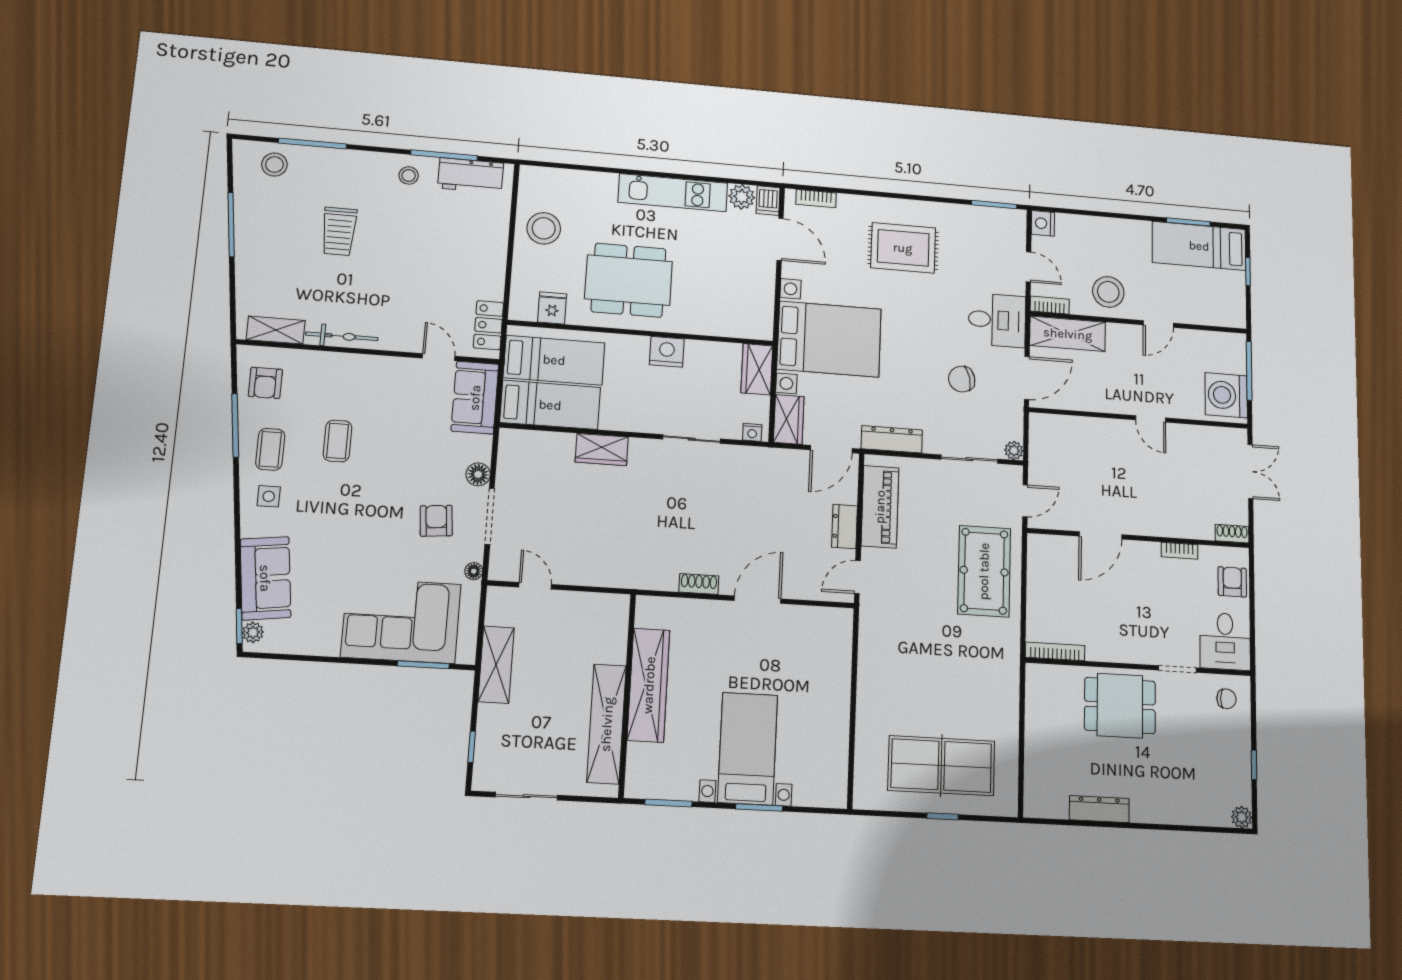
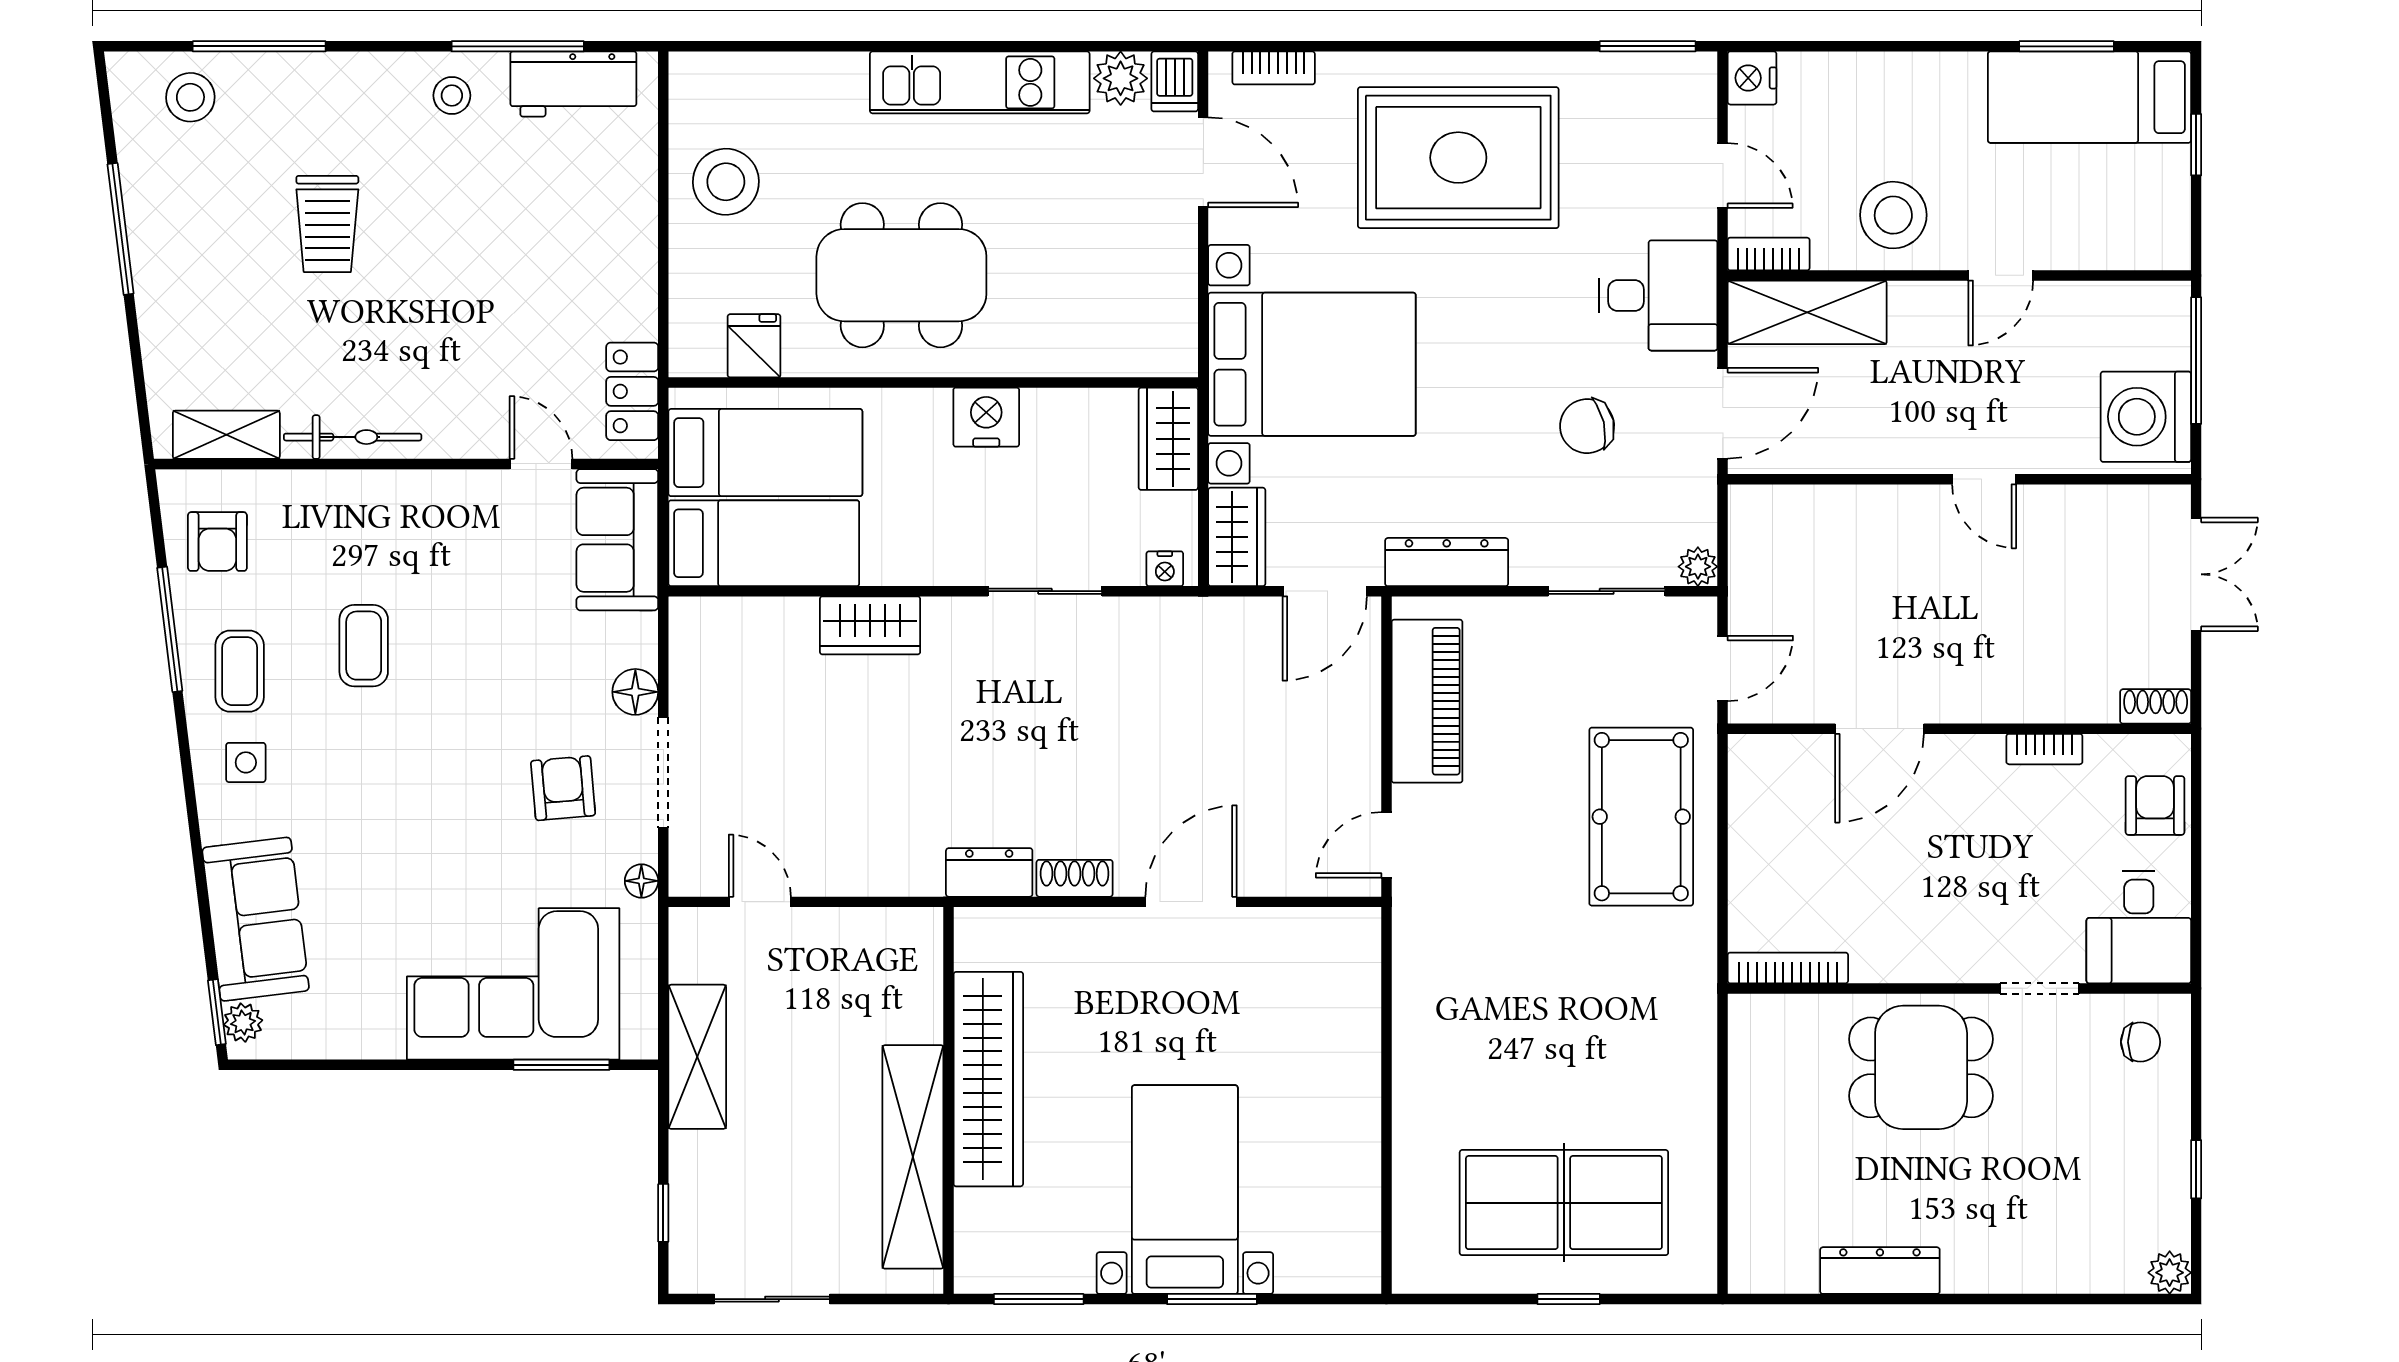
rug: (903, 248) -> (1458, 158), width x1.37, depth x1.44
dresser: (844, 527) -> (989, 872), moved, turned 90

